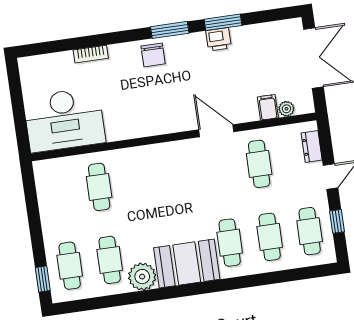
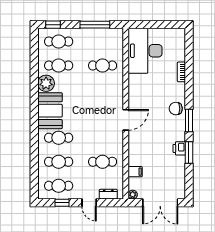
plant: (286, 109) -> (133, 195), moved
door: (216, 131) -> (126, 120), moved
window: (33, 209) -> (95, 25), added

